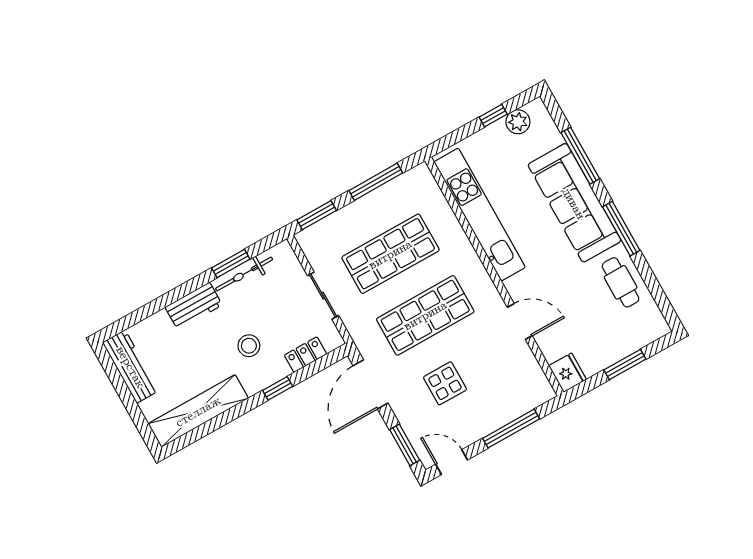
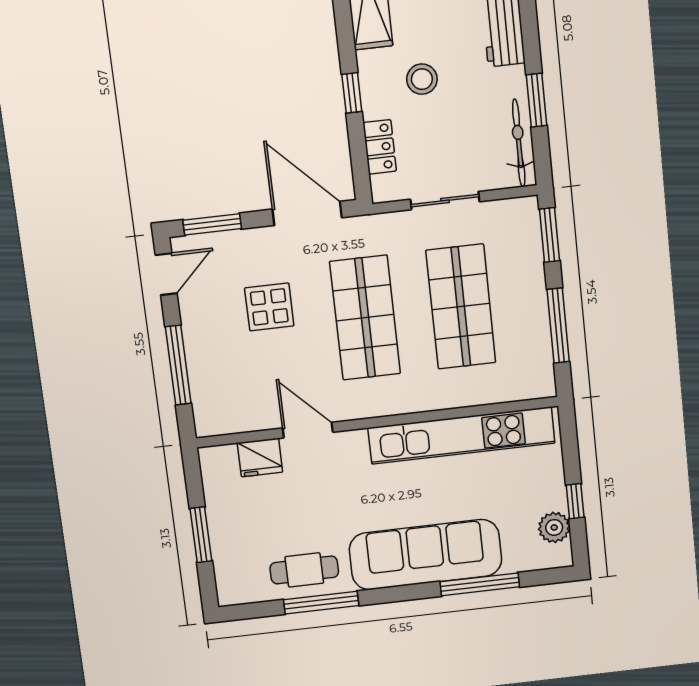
window: (621, 229) -> (321, 603), moved
bicycle: (244, 274) -> (519, 143), moved
door: (520, 322) -> (308, 430), swing flipped
fridge: (568, 373) -> (260, 457), moved

